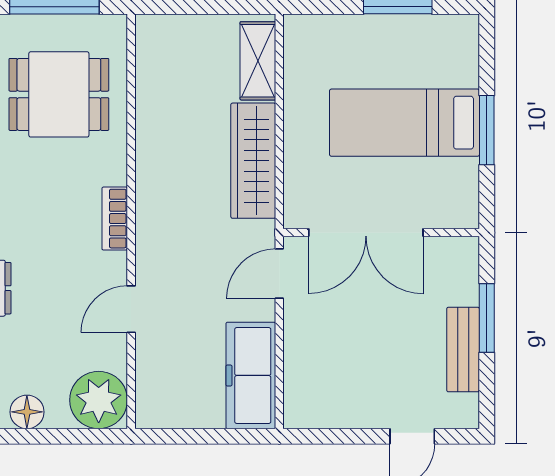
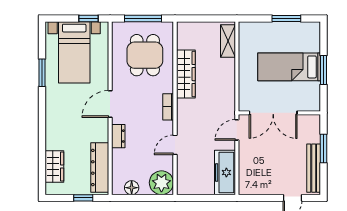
dining table: (59, 94) -> (145, 55), turned 90
wardrobe: (253, 161) -> (186, 74), moved, turned 180
bench: (463, 350) -> (314, 168), width x1.36

